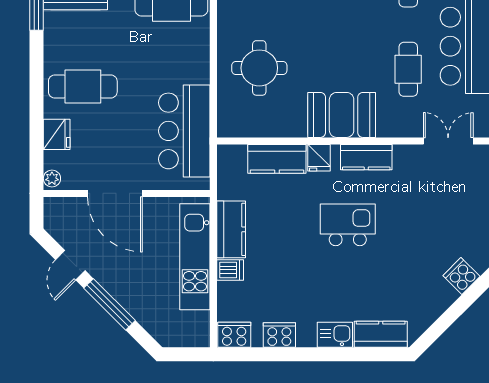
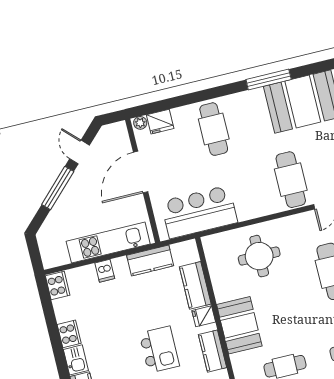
fridge: (57, 134) -> (160, 122), moved
kitchen counter: (231, 229) -> (150, 261), moved
door: (70, 265) -> (80, 152), hinge flipped
cooker: (279, 335) -> (69, 334), moved

